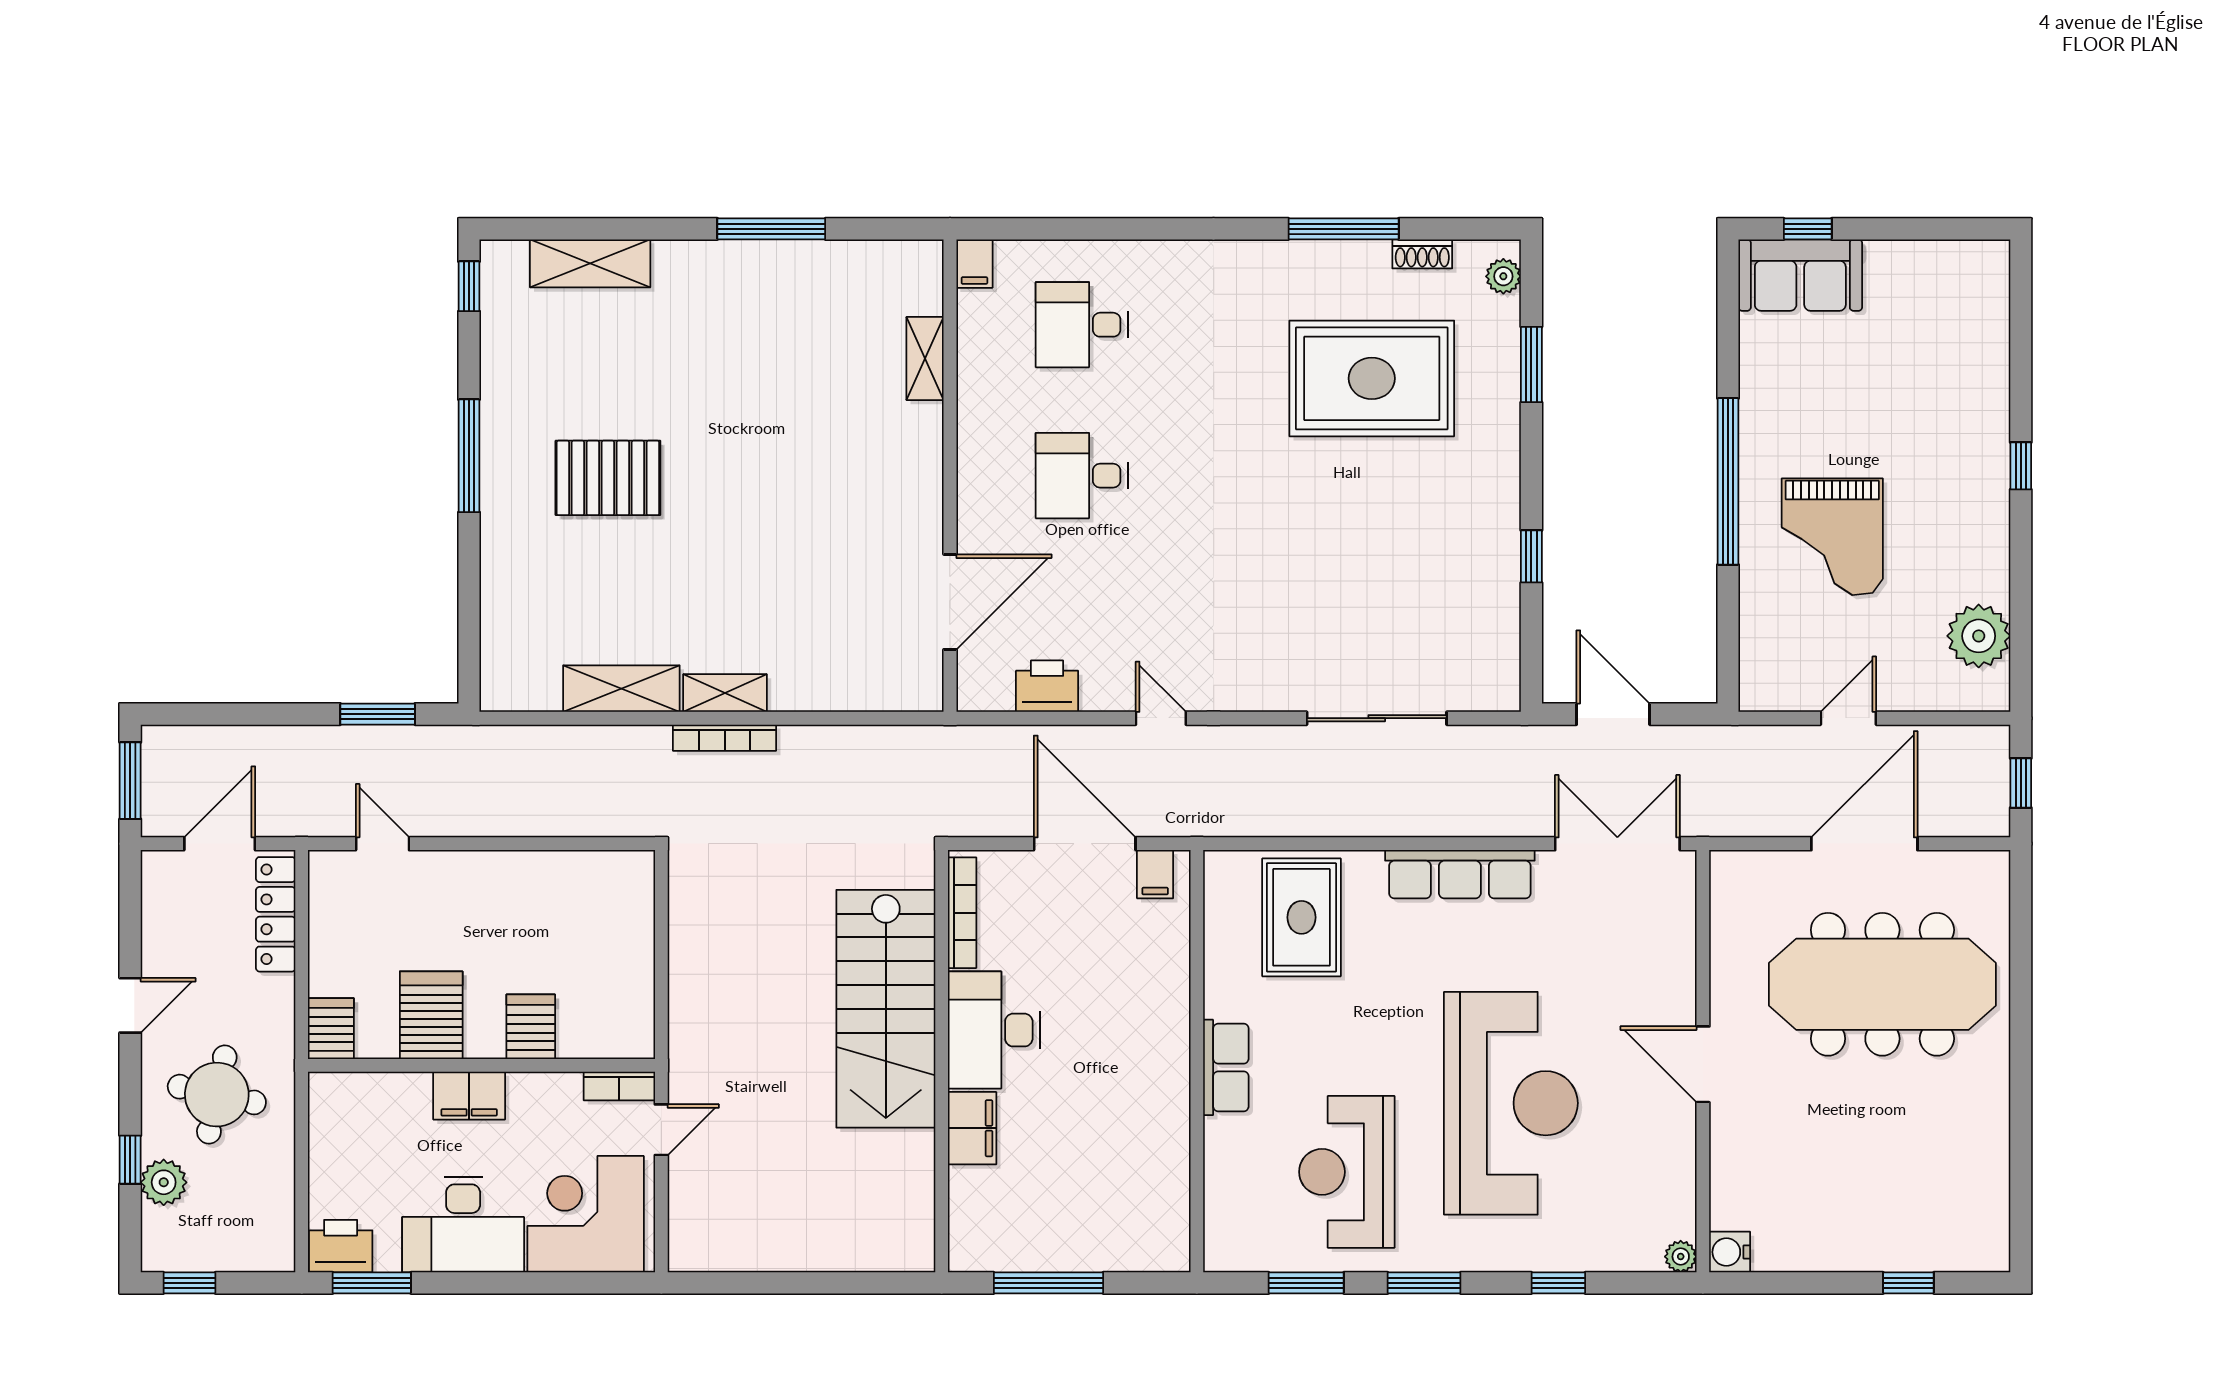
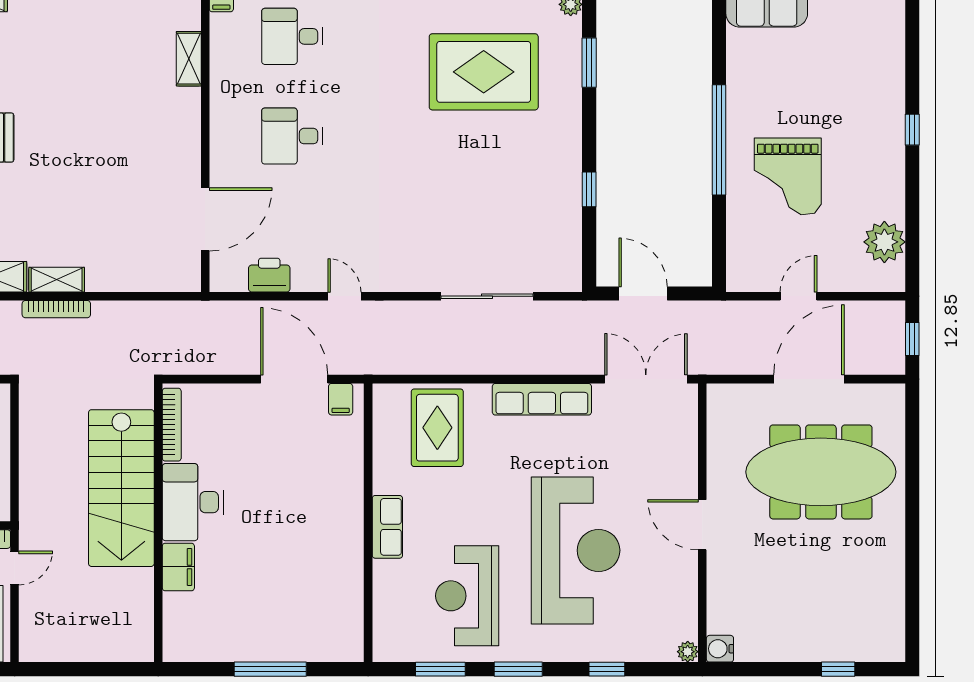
bookcase: (962, 913) -> (172, 425), moved
stairs: (886, 1009) -> (121, 488), moved
desk: (994, 1030) -> (193, 502), moved
wall: (942, 1061) -> (158, 523), moved
filing cabinet: (972, 1128) -> (178, 567), moved

